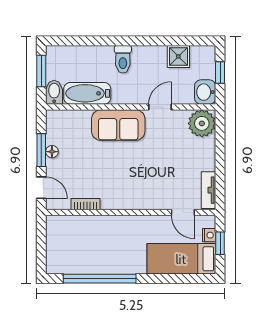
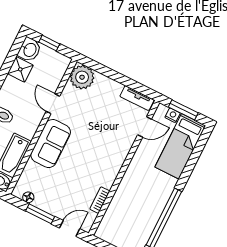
washbasin: (205, 92) -> (30, 50), moved, turned -90
floor lamp: (52, 152) -> (28, 197), moved
window: (220, 243) -> (183, 110), width x1.50

